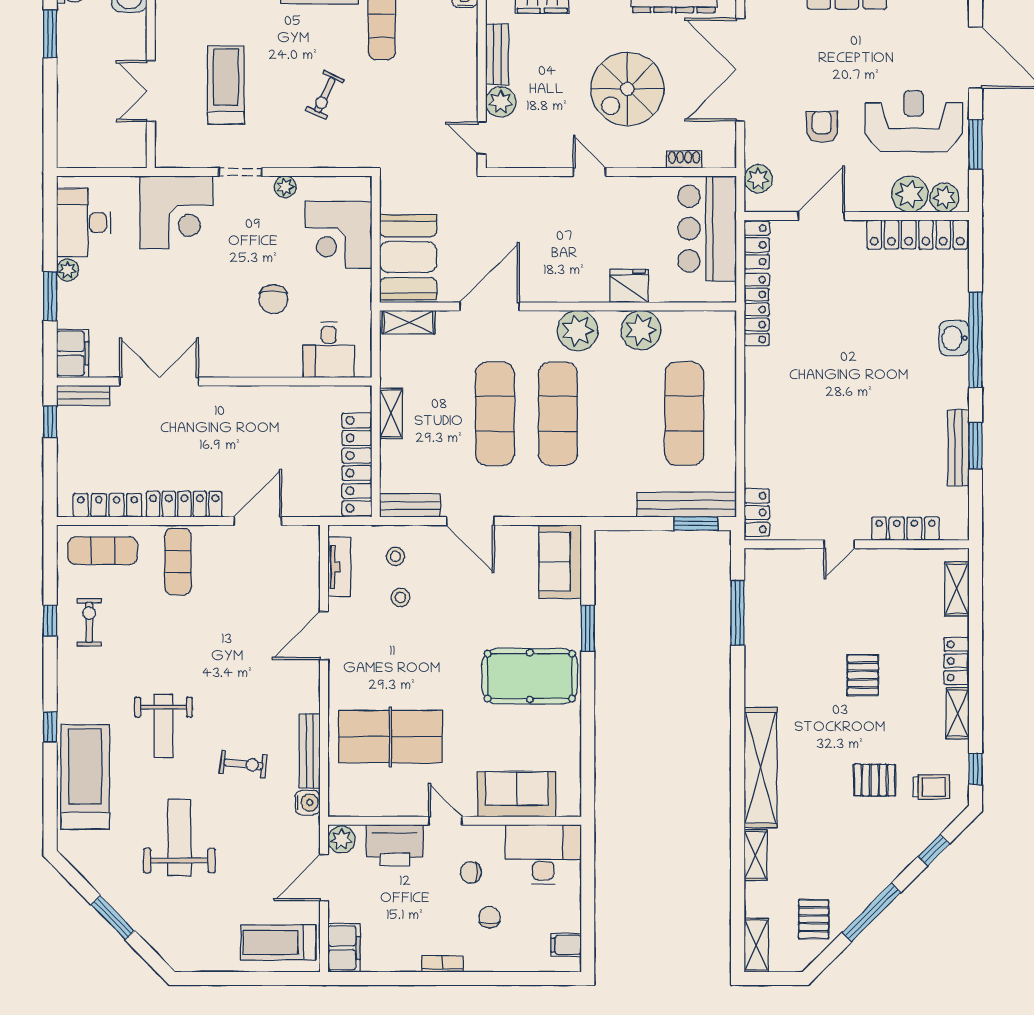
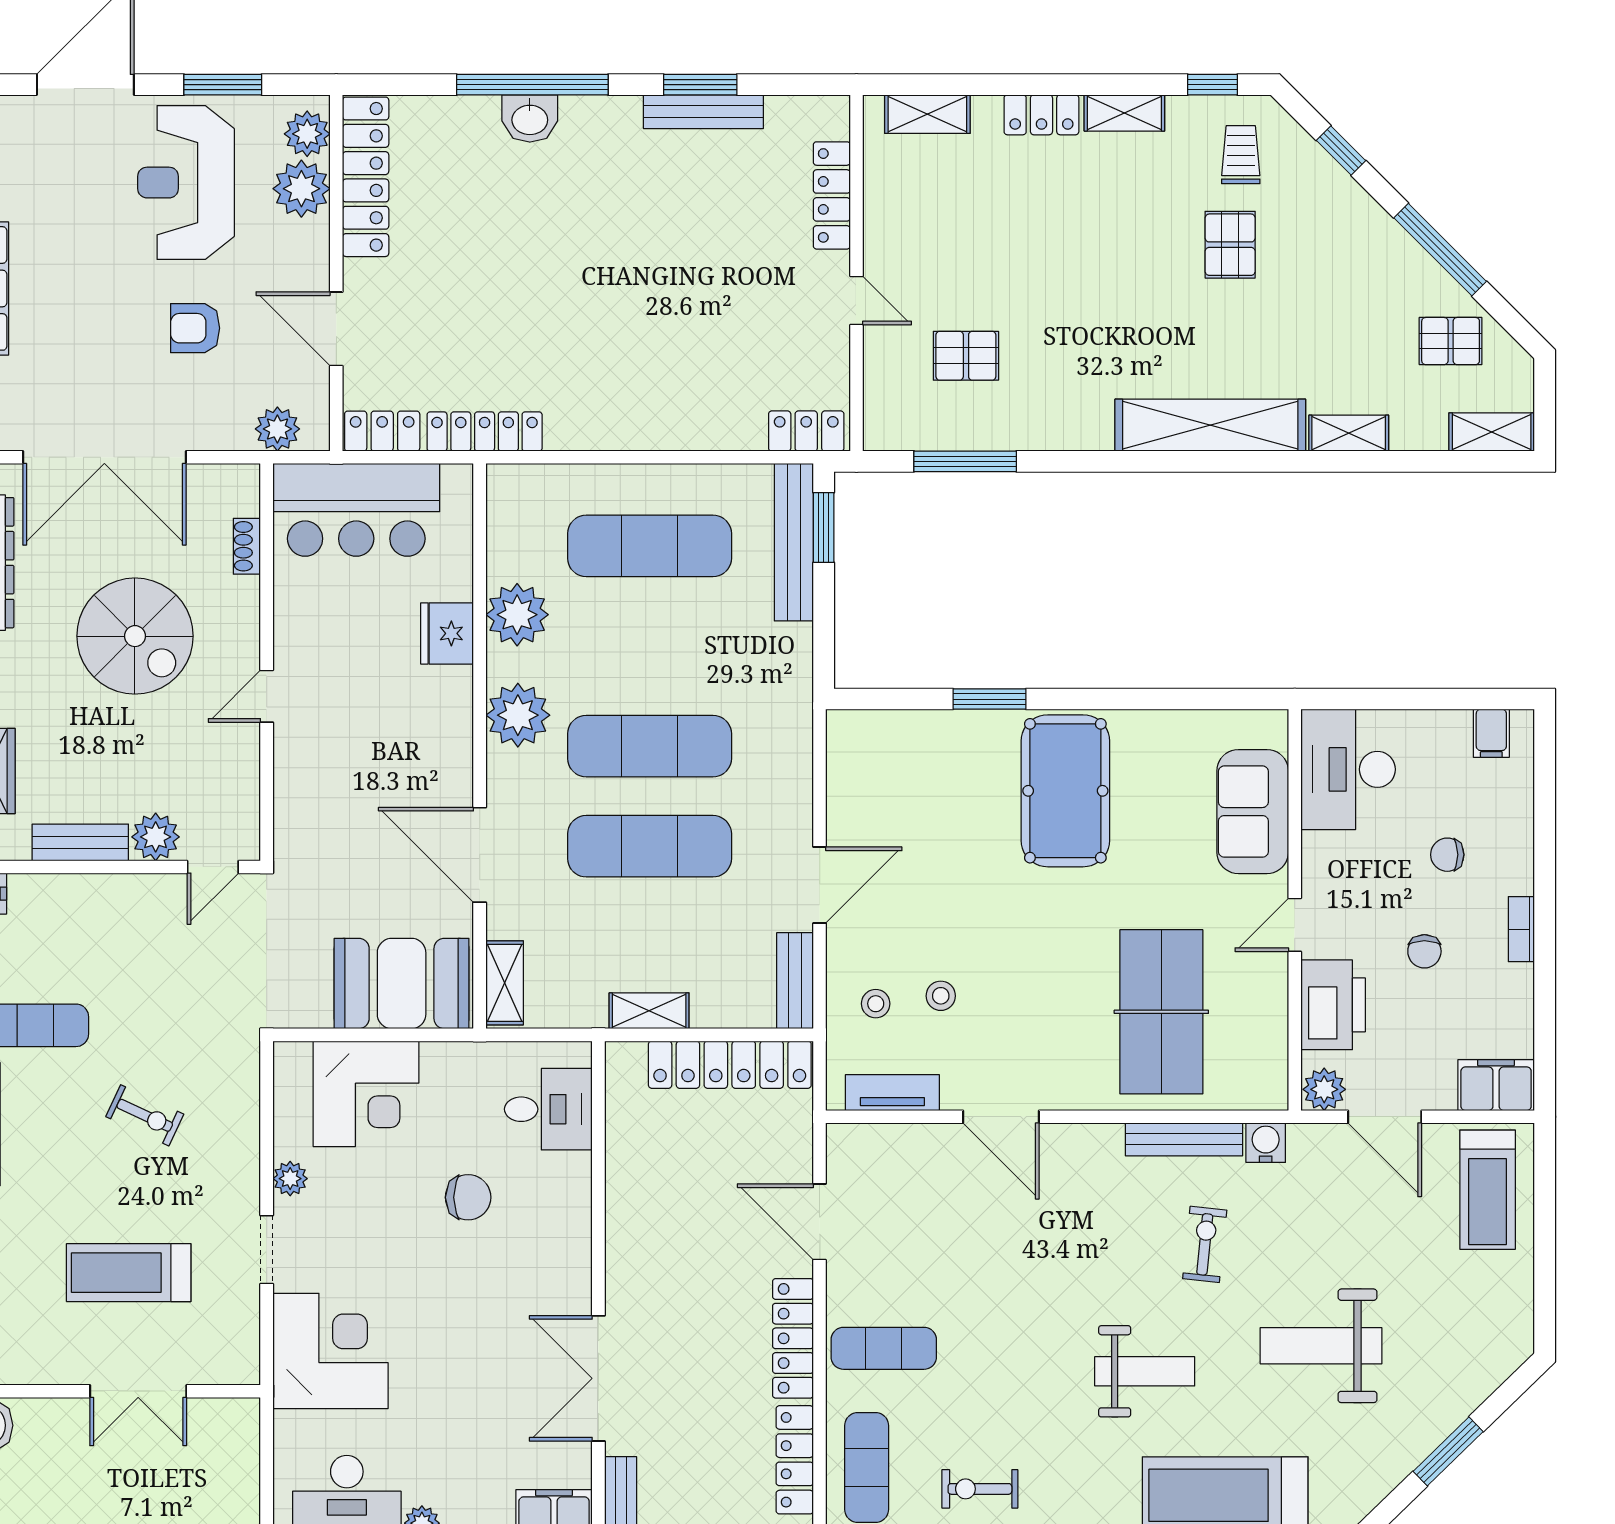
sofa: (560, 561) -> (884, 743), removed
pallet: (863, 675) -> (966, 356), moved
chair: (471, 872) -> (1424, 951), moved

